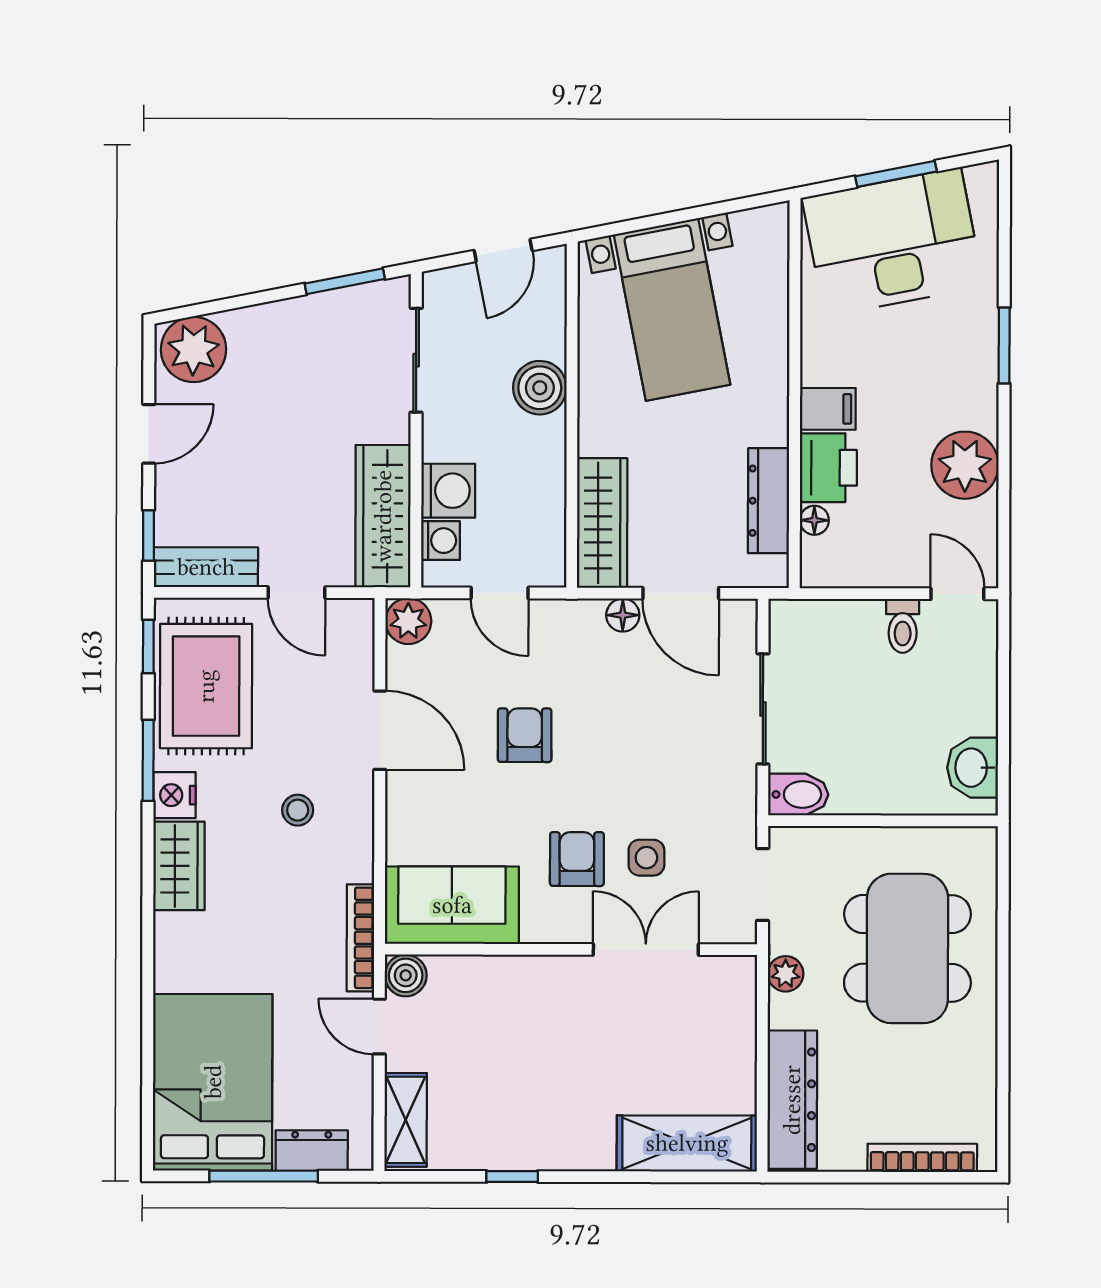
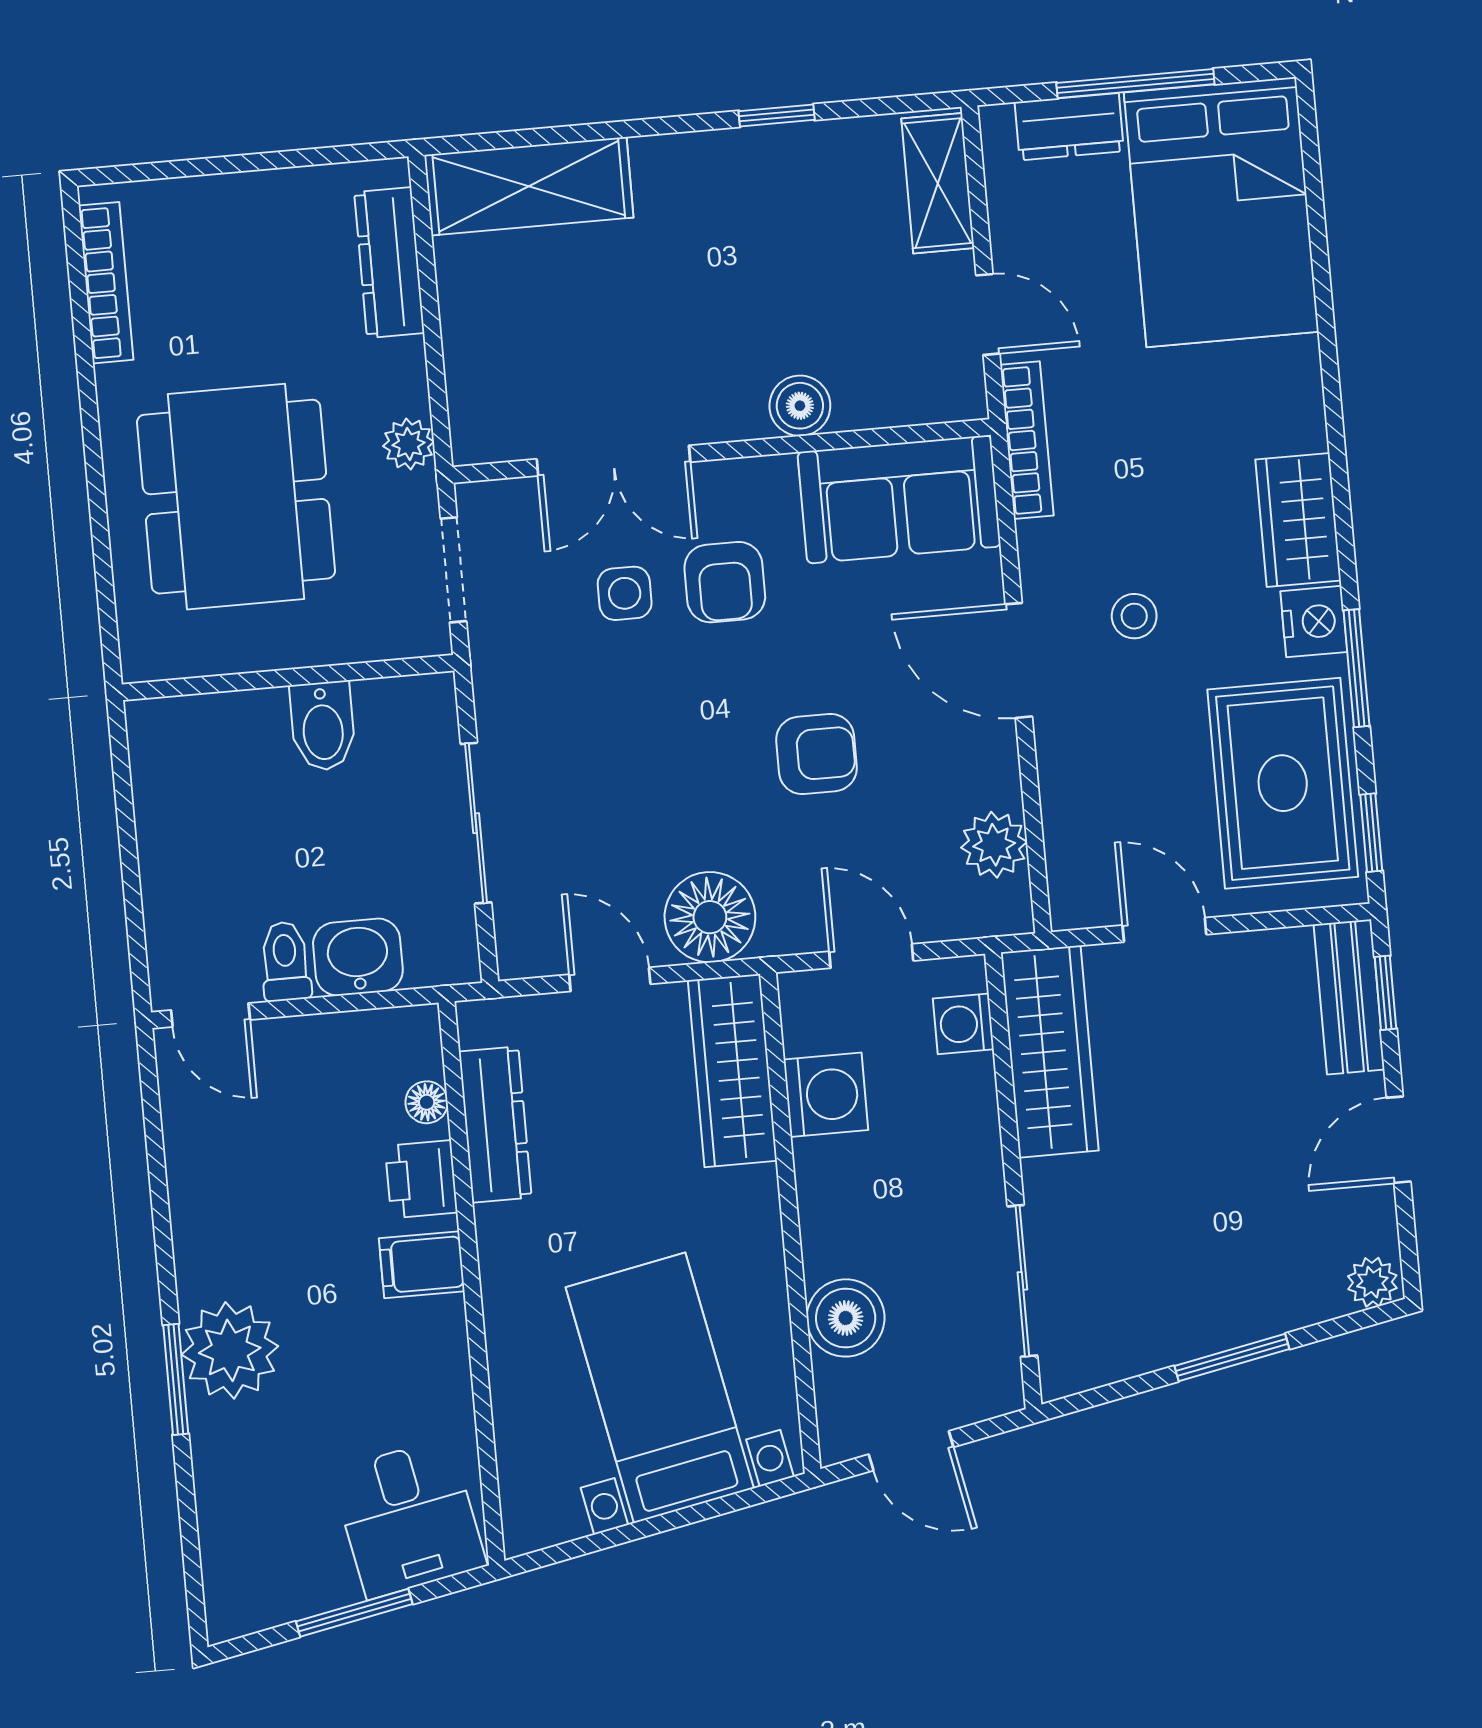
desk: (893, 242) -> (408, 1518), width x0.53, depth x0.77
door: (503, 250) -> (911, 1451), swing flipped
window: (345, 281) -> (1232, 1357), moved
plant: (194, 350) -> (1372, 1282), width x0.53, depth x0.53
boiler: (540, 388) -> (846, 1318), moved
plant: (965, 465) -> (230, 1350), moved
printer: (828, 468) -> (421, 1179), width x0.73, depth x0.81
washing machine: (448, 491) -> (826, 1095), moved, turned 180
bench: (206, 567) -> (1349, 997), moved, turned 90
door: (681, 593) -> (610, 979), width x0.73
floor lamp: (623, 615) -> (710, 917), width x1.89, depth x1.89
plant: (408, 621) -> (994, 845), moved
door: (380, 730) -> (1019, 660), moved
armchair: (525, 735) -> (816, 754), turned -90
washbasin: (973, 768) -> (358, 957), moved, turned -90
bidet: (798, 794) -> (323, 726), moved, turned -90
boiler: (406, 975) -> (800, 406), moved
dresser: (792, 1100) -> (389, 263), width x0.73, depth x0.80
bookcase: (922, 1158) -> (106, 283), moved, turned -90

